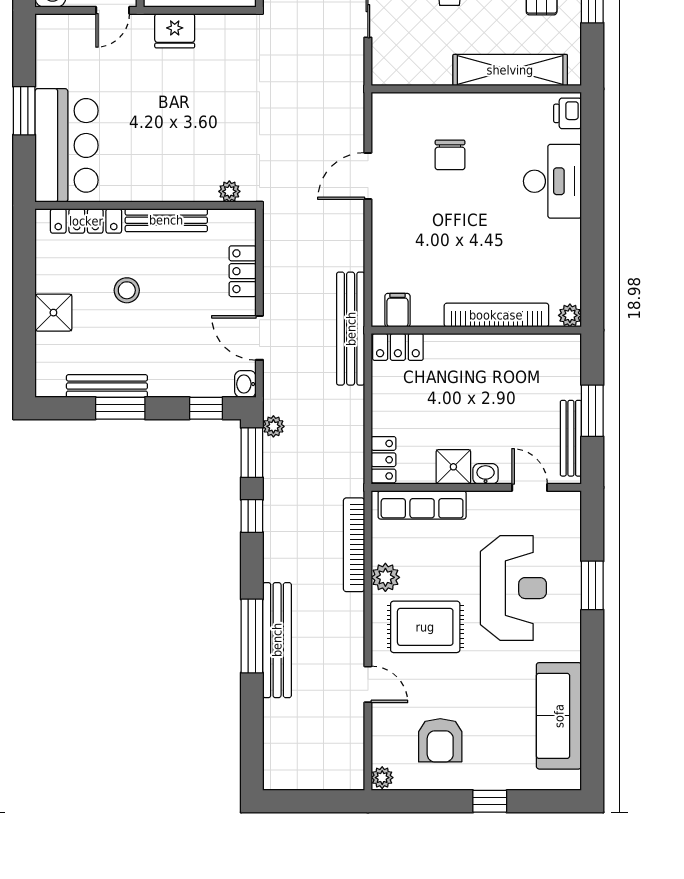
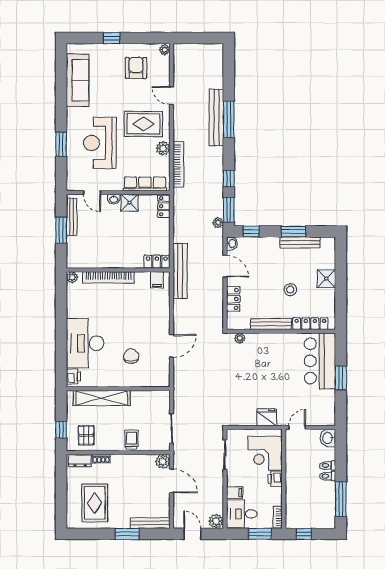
desk: (552, 181) -> (85, 343), width x1.36, depth x1.30

